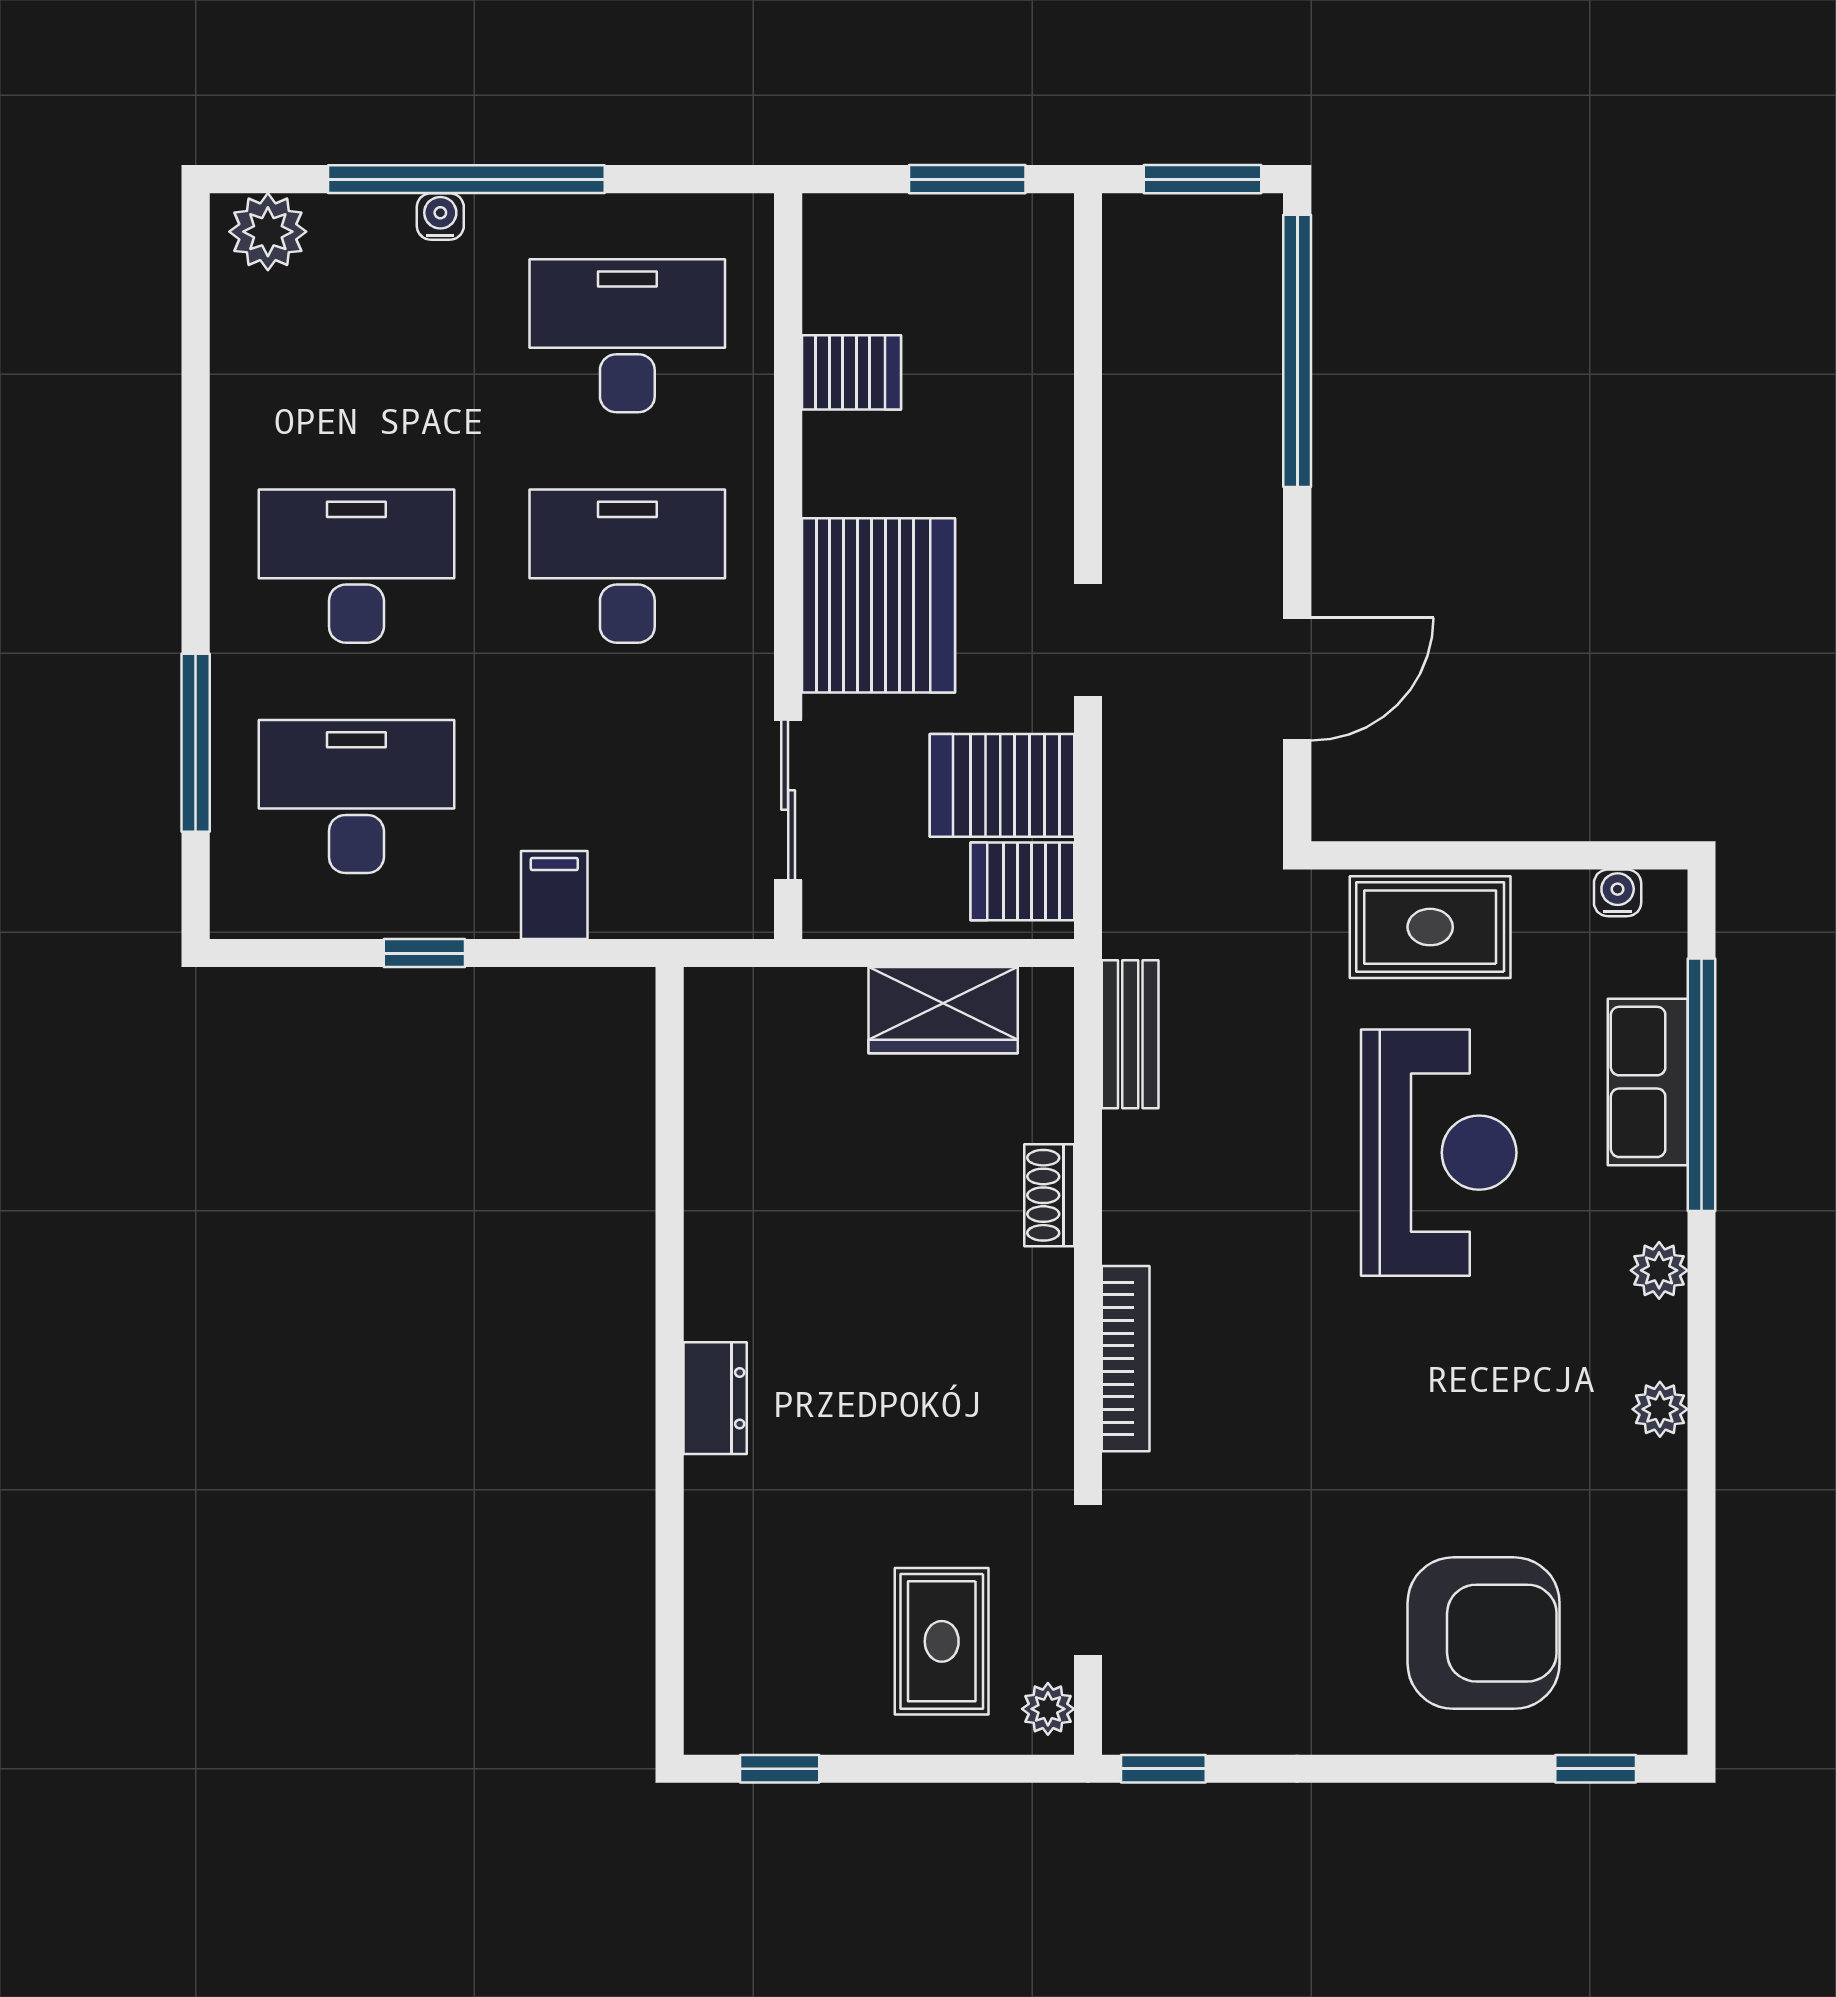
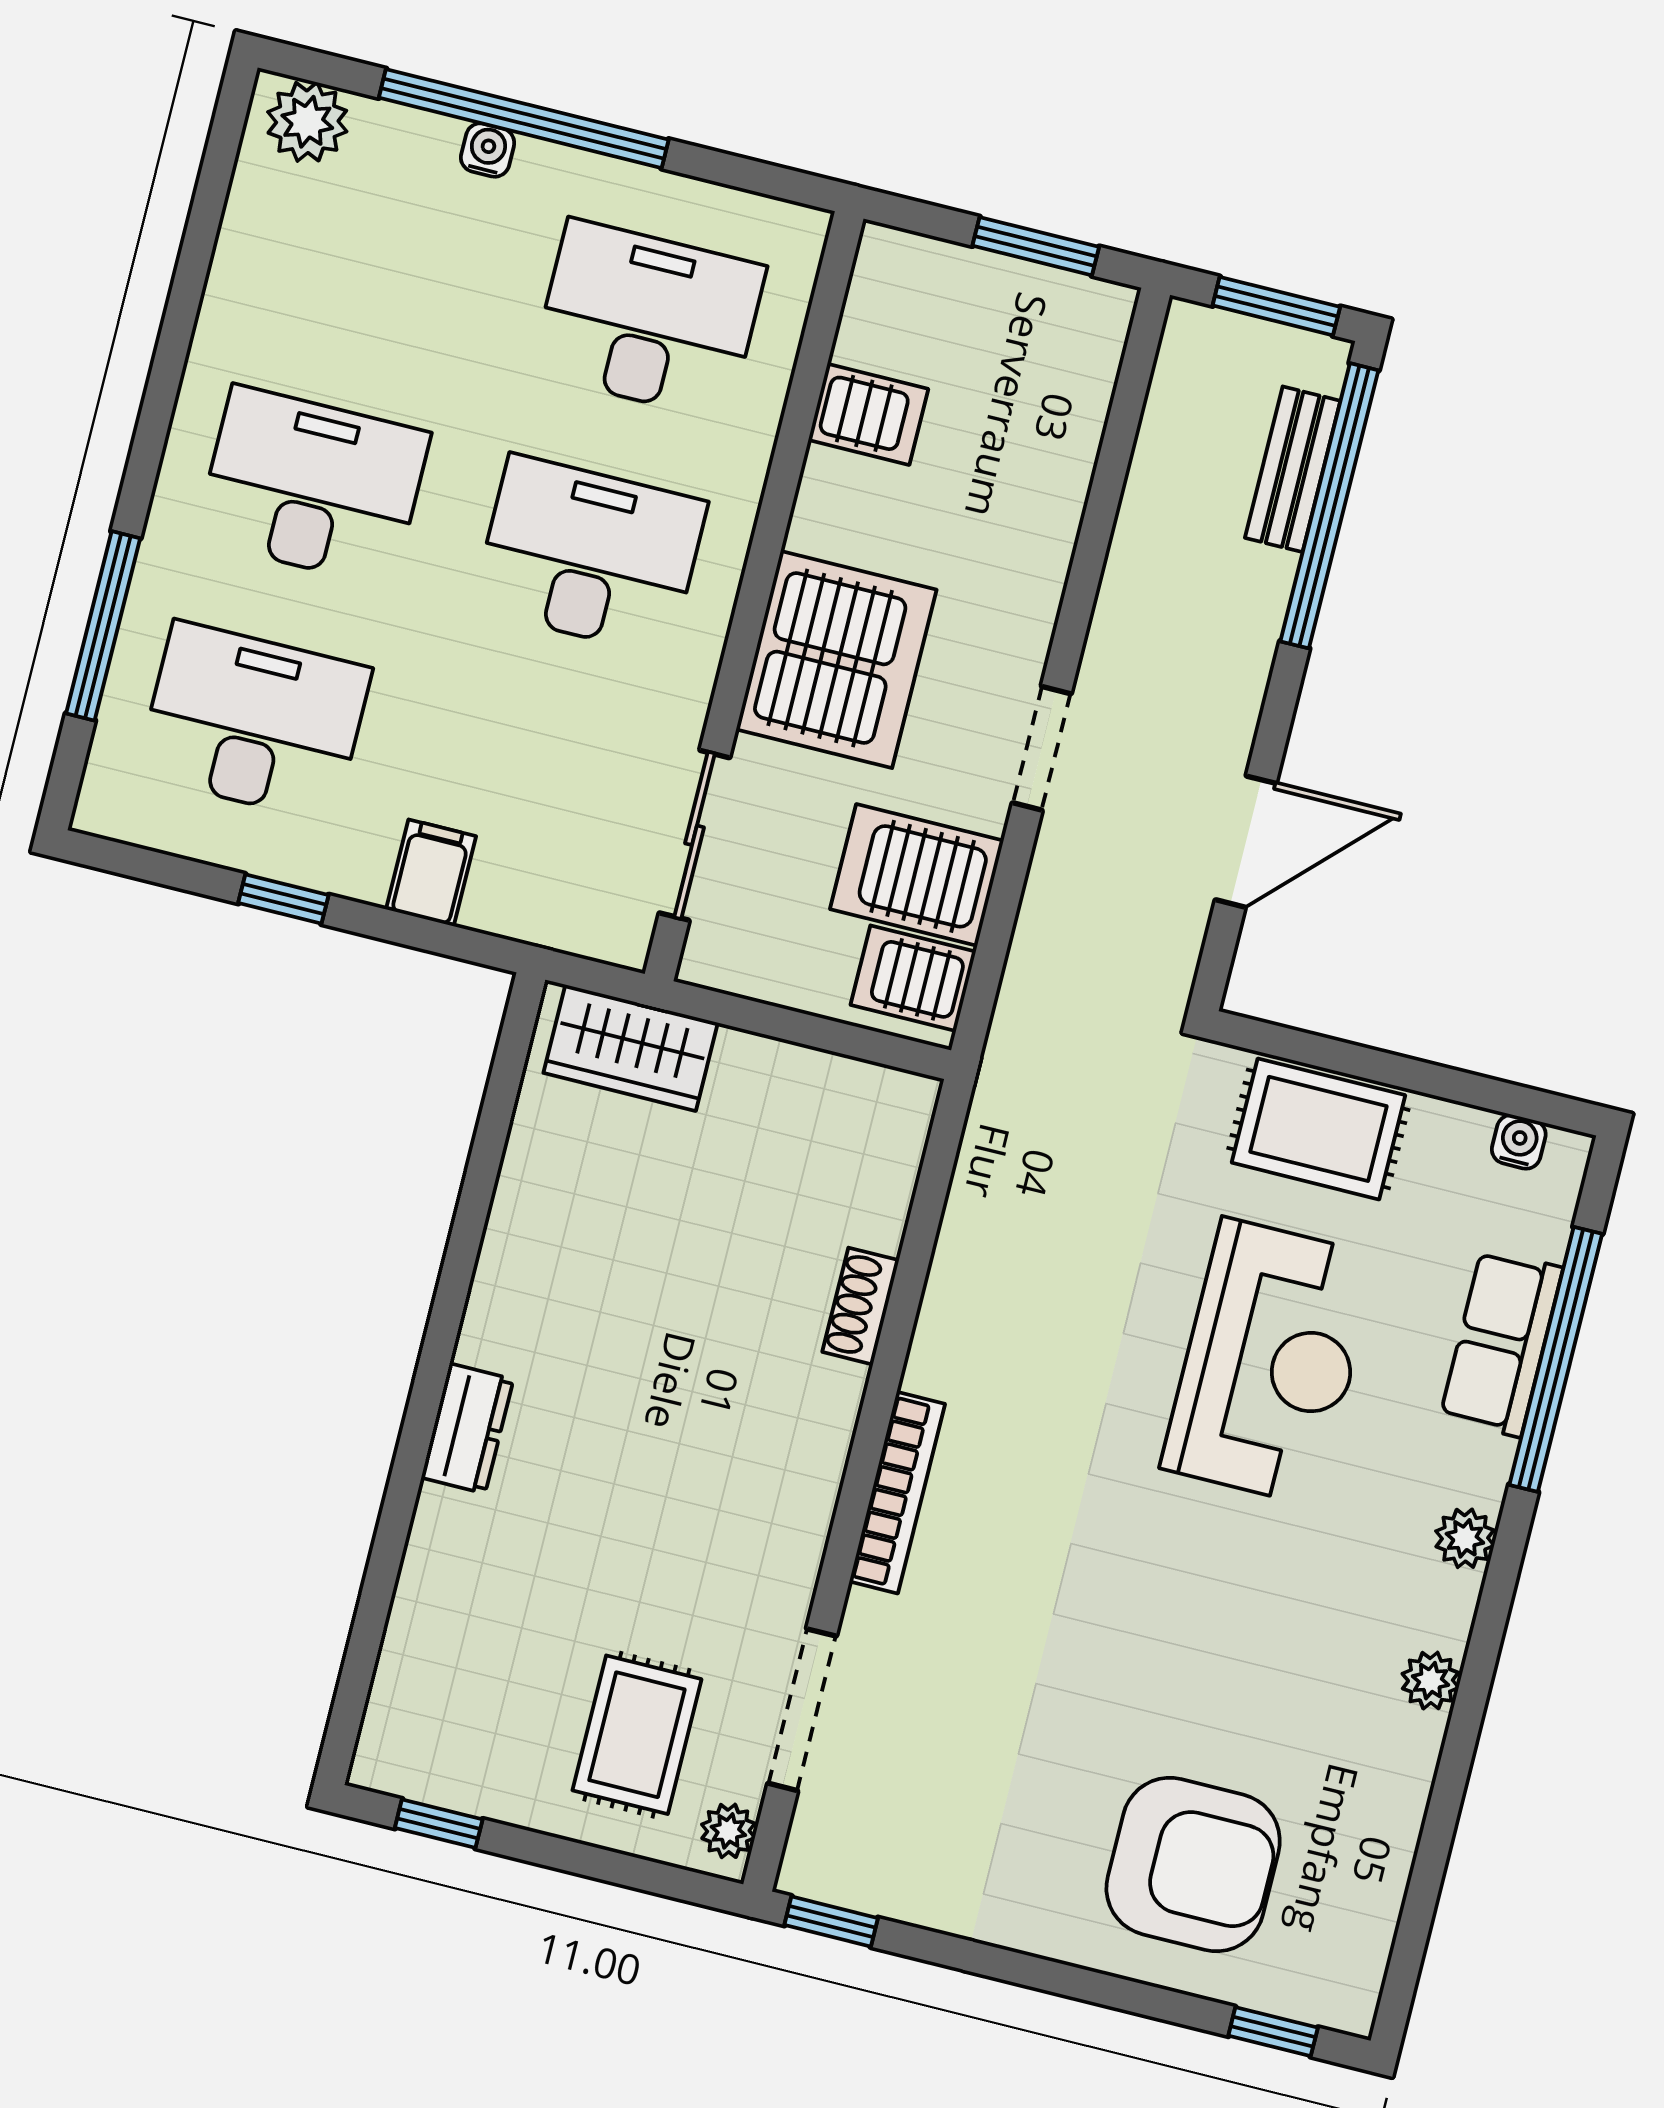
wardrobe: (943, 1010) -> (631, 1048), moved
bench: (1130, 1034) -> (1293, 469), moved

